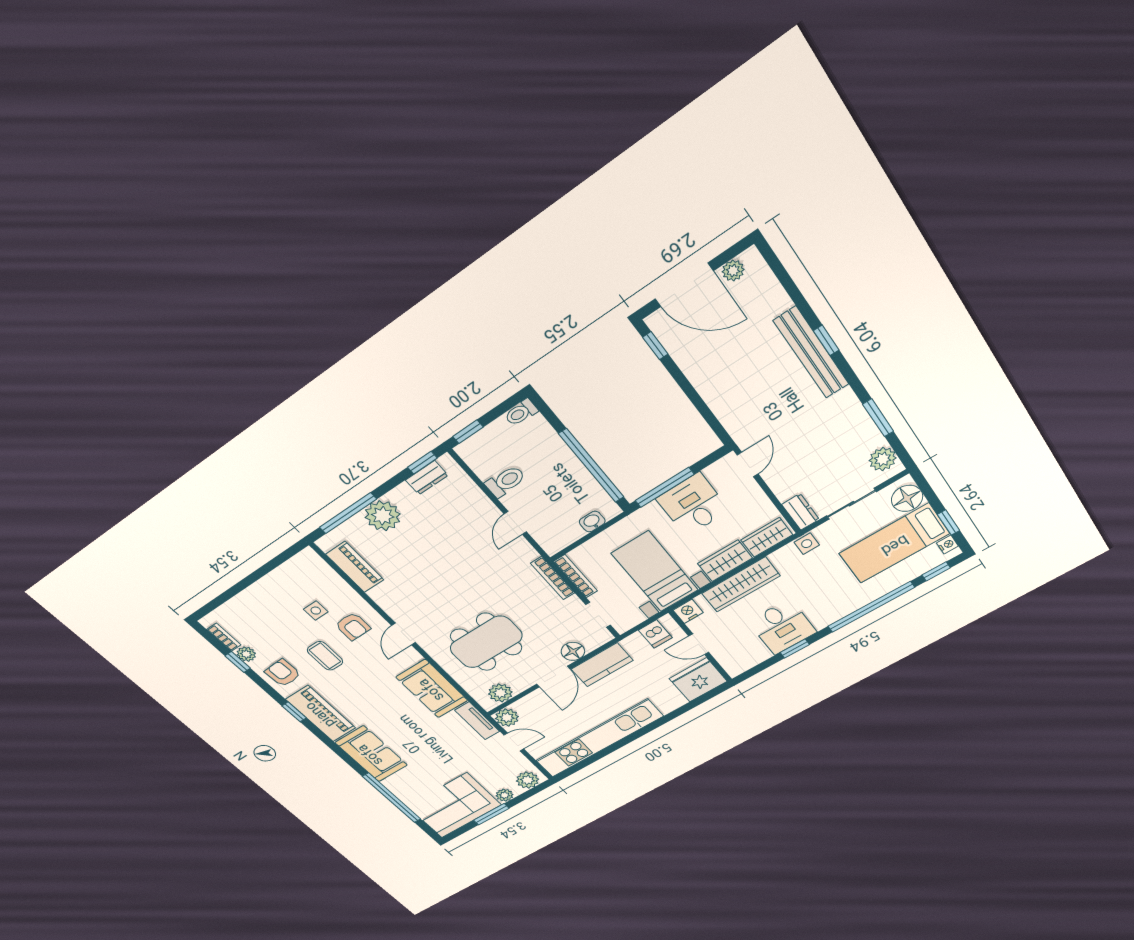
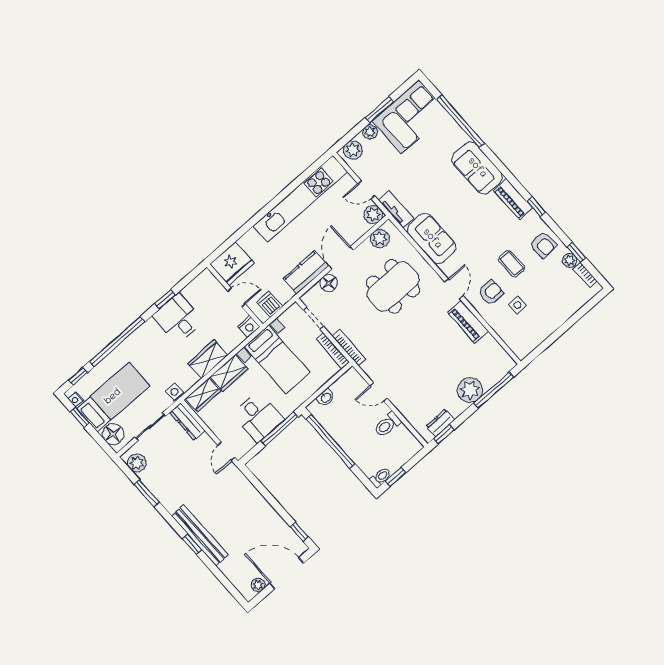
window: (468, 432) -> (396, 477), moved
dresser: (800, 512) -> (187, 422), width x1.44
door: (515, 523) -> (379, 392), swing flipped
piano: (355, 567) -> (468, 322), moved
wardrobe: (741, 585) -> (208, 359), width x0.67
armchair: (353, 627) -> (491, 293), turned 90
piano: (321, 714) -> (513, 199), width x0.73, depth x0.75

